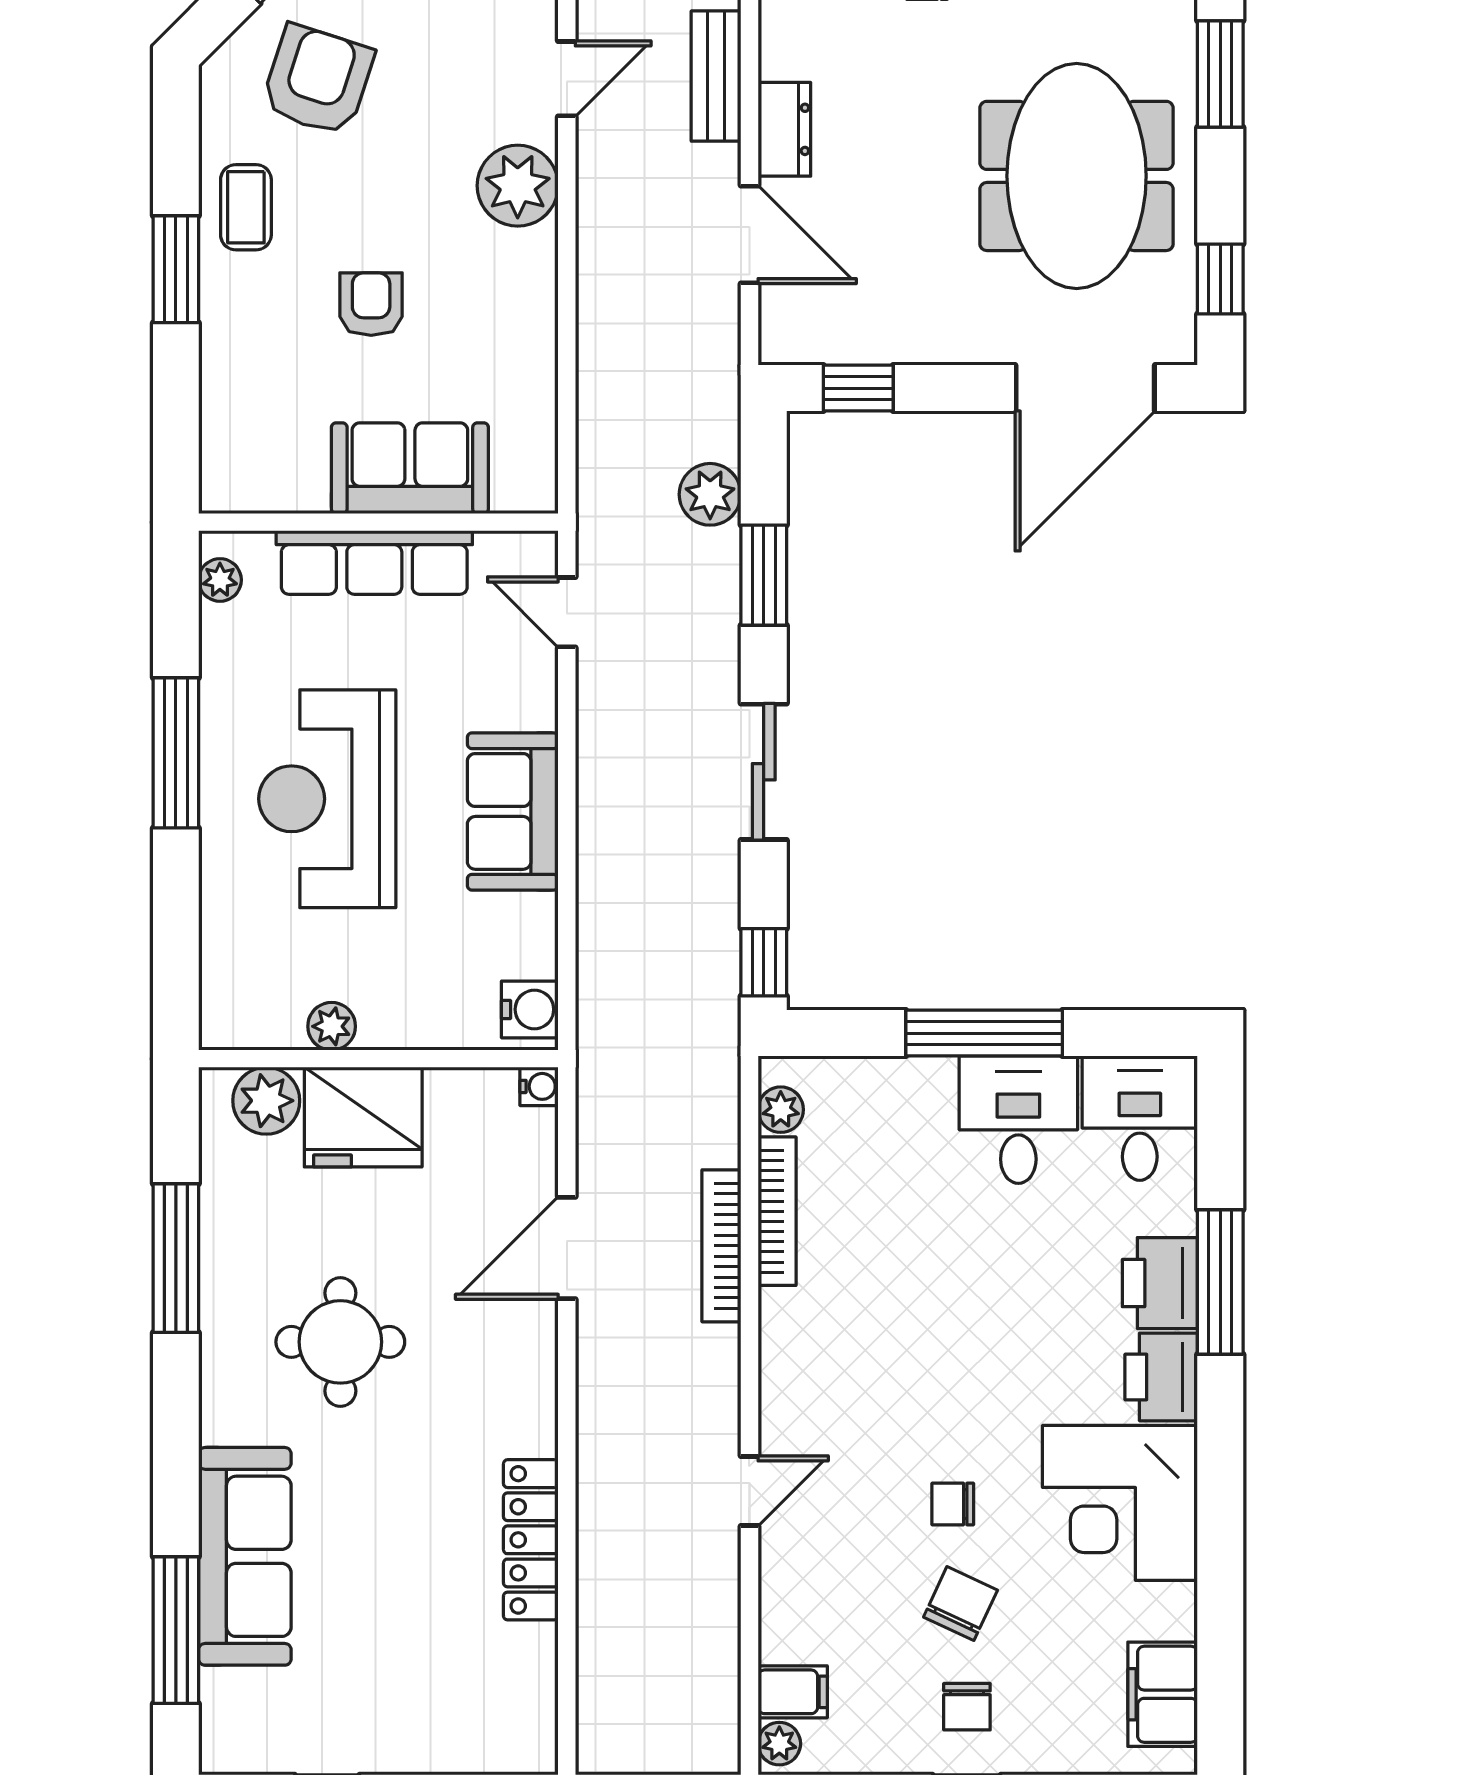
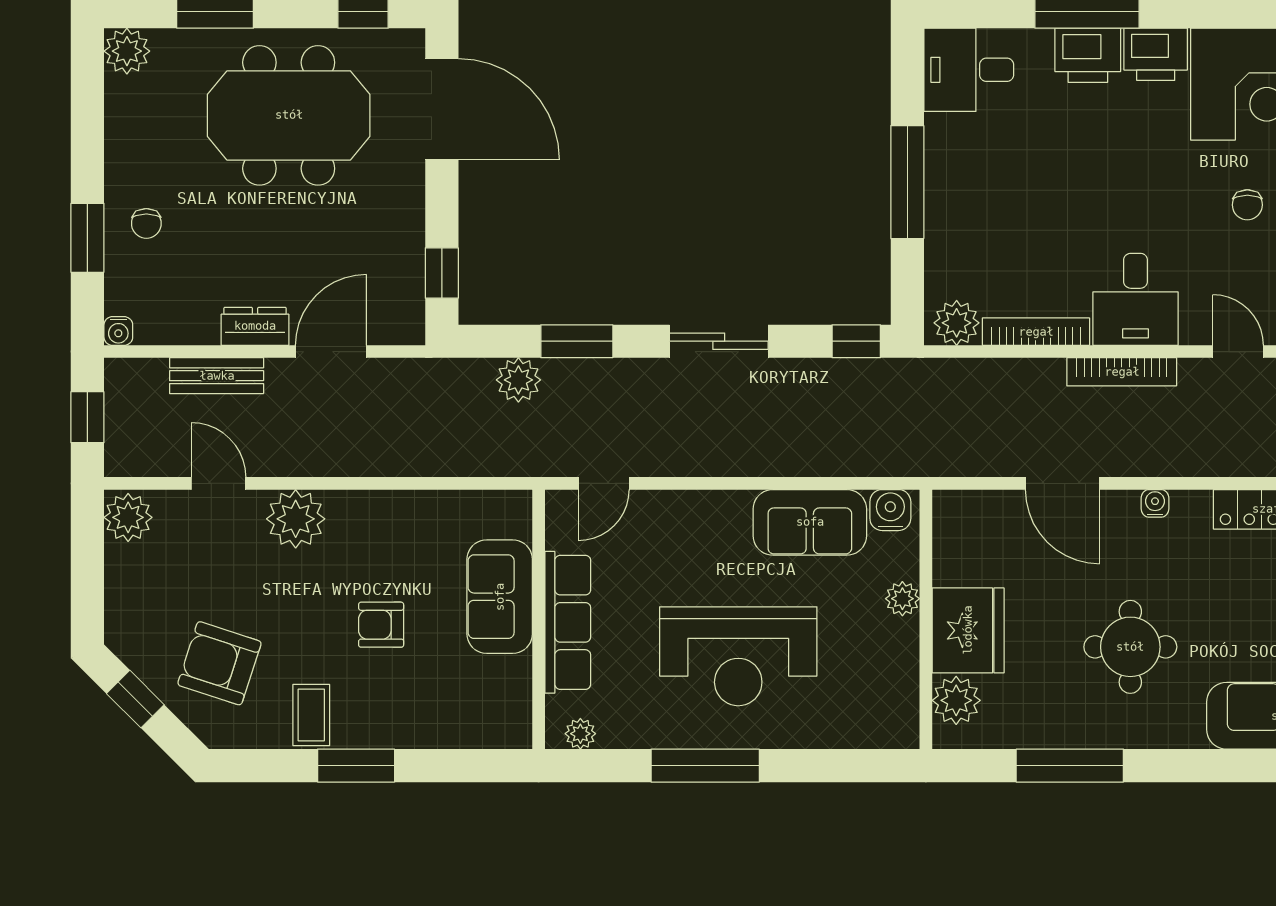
coffee table: (246, 207) -> (311, 715), turned 90
sofa: (513, 811) -> (810, 522), moved
plant: (332, 1026) -> (902, 599), moved
water cooler: (539, 1086) -> (1155, 503), moved
plant: (781, 1110) -> (957, 323), width x1.38, depth x1.38
desk: (1018, 1120) -> (1136, 299), moved, turned -90
bookcase: (721, 1246) -> (1122, 372), moved

